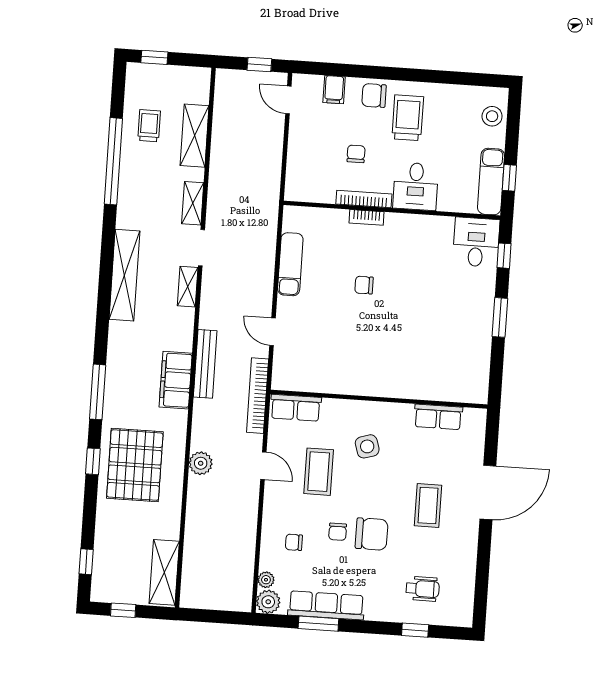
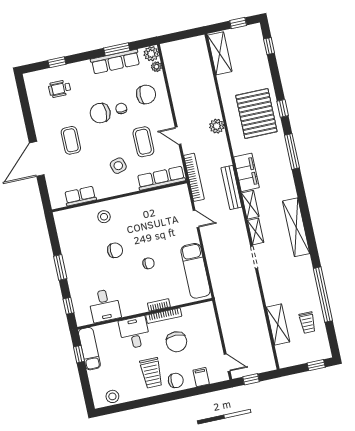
stool: (492, 116) -> (112, 396), moved
chair: (356, 154) -> (176, 342), width x1.87, depth x1.87
shelving: (193, 203) -> (250, 205), moved
desk: (476, 242) -> (105, 306), moved
exam couch: (290, 264) -> (196, 271), width x1.36, depth x1.45
chair: (409, 319) -> (115, 250), added
stool: (411, 375) -> (104, 217), added
row of seats: (296, 408) -> (161, 178), width x1.48
chair: (294, 542) -> (146, 94), width x1.87, depth x1.87

